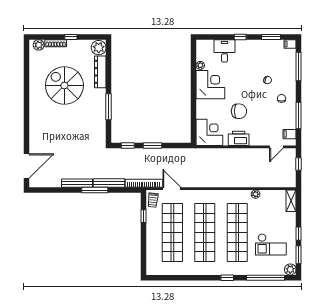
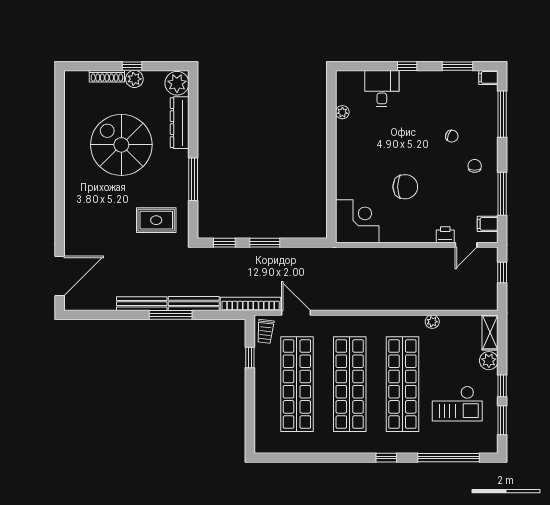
plant: (39, 45) -> (134, 79), moved
corner desk: (210, 85) -> (359, 143), removed
rug: (86, 132) -> (156, 220), added
printer: (239, 138) -> (445, 235), moved, width x0.53, depth x0.68
plant: (290, 269) -> (489, 361), moved

